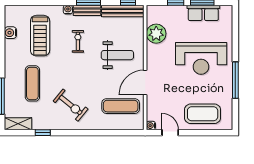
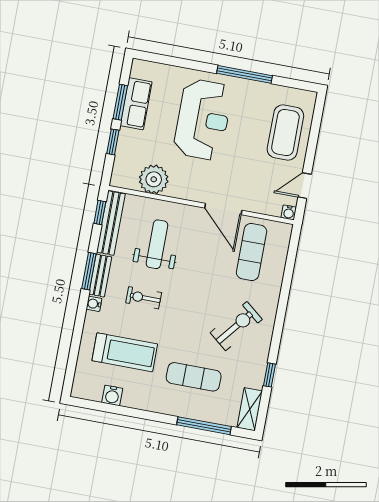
weight bench: (117, 55) -> (157, 244), moved

